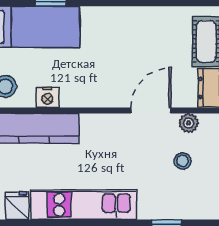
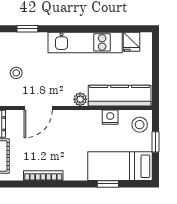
bookcase: (144, 13) -> (43, 176), added
plant: (189, 123) -> (80, 99), moved

